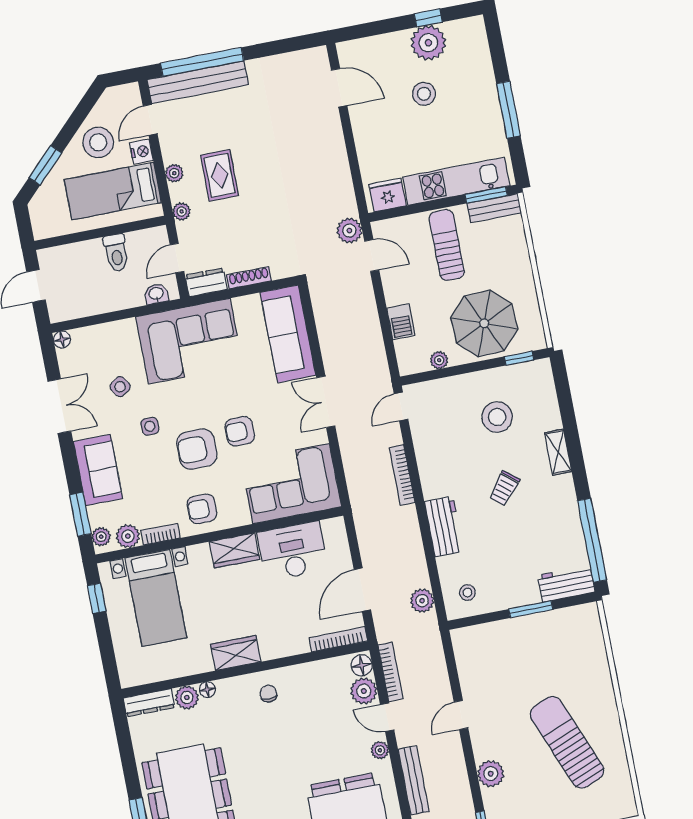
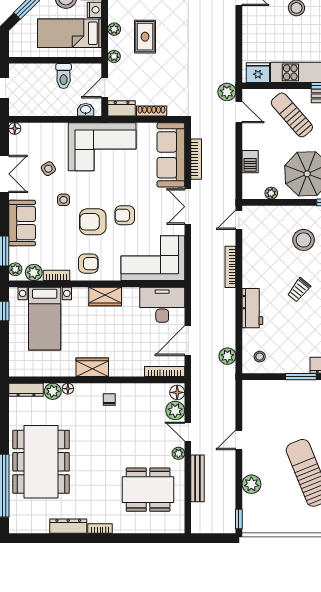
sun lounger: (447, 245) -> (292, 115), turned -41
armchair: (202, 509) -> (88, 264), turned 180
desk: (293, 551) -> (162, 305), moved
bookcase: (390, 672) -> (196, 159), moved

